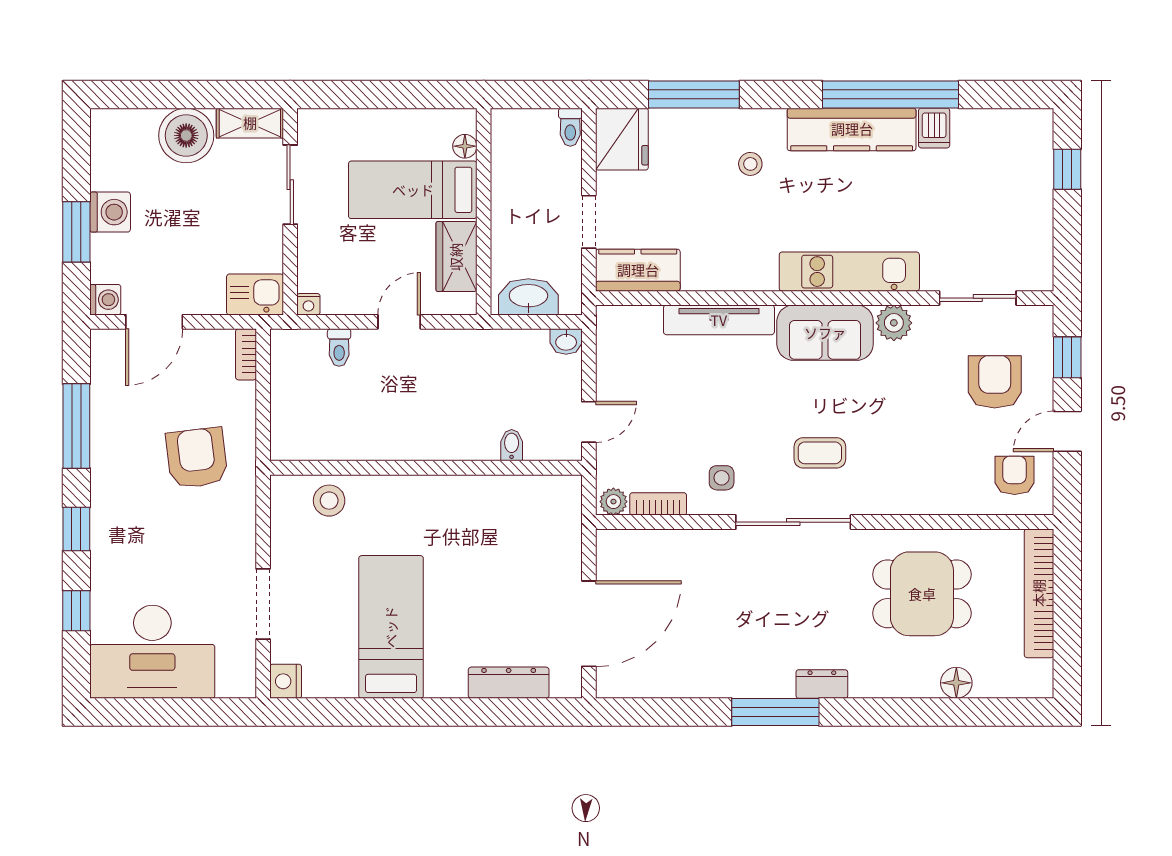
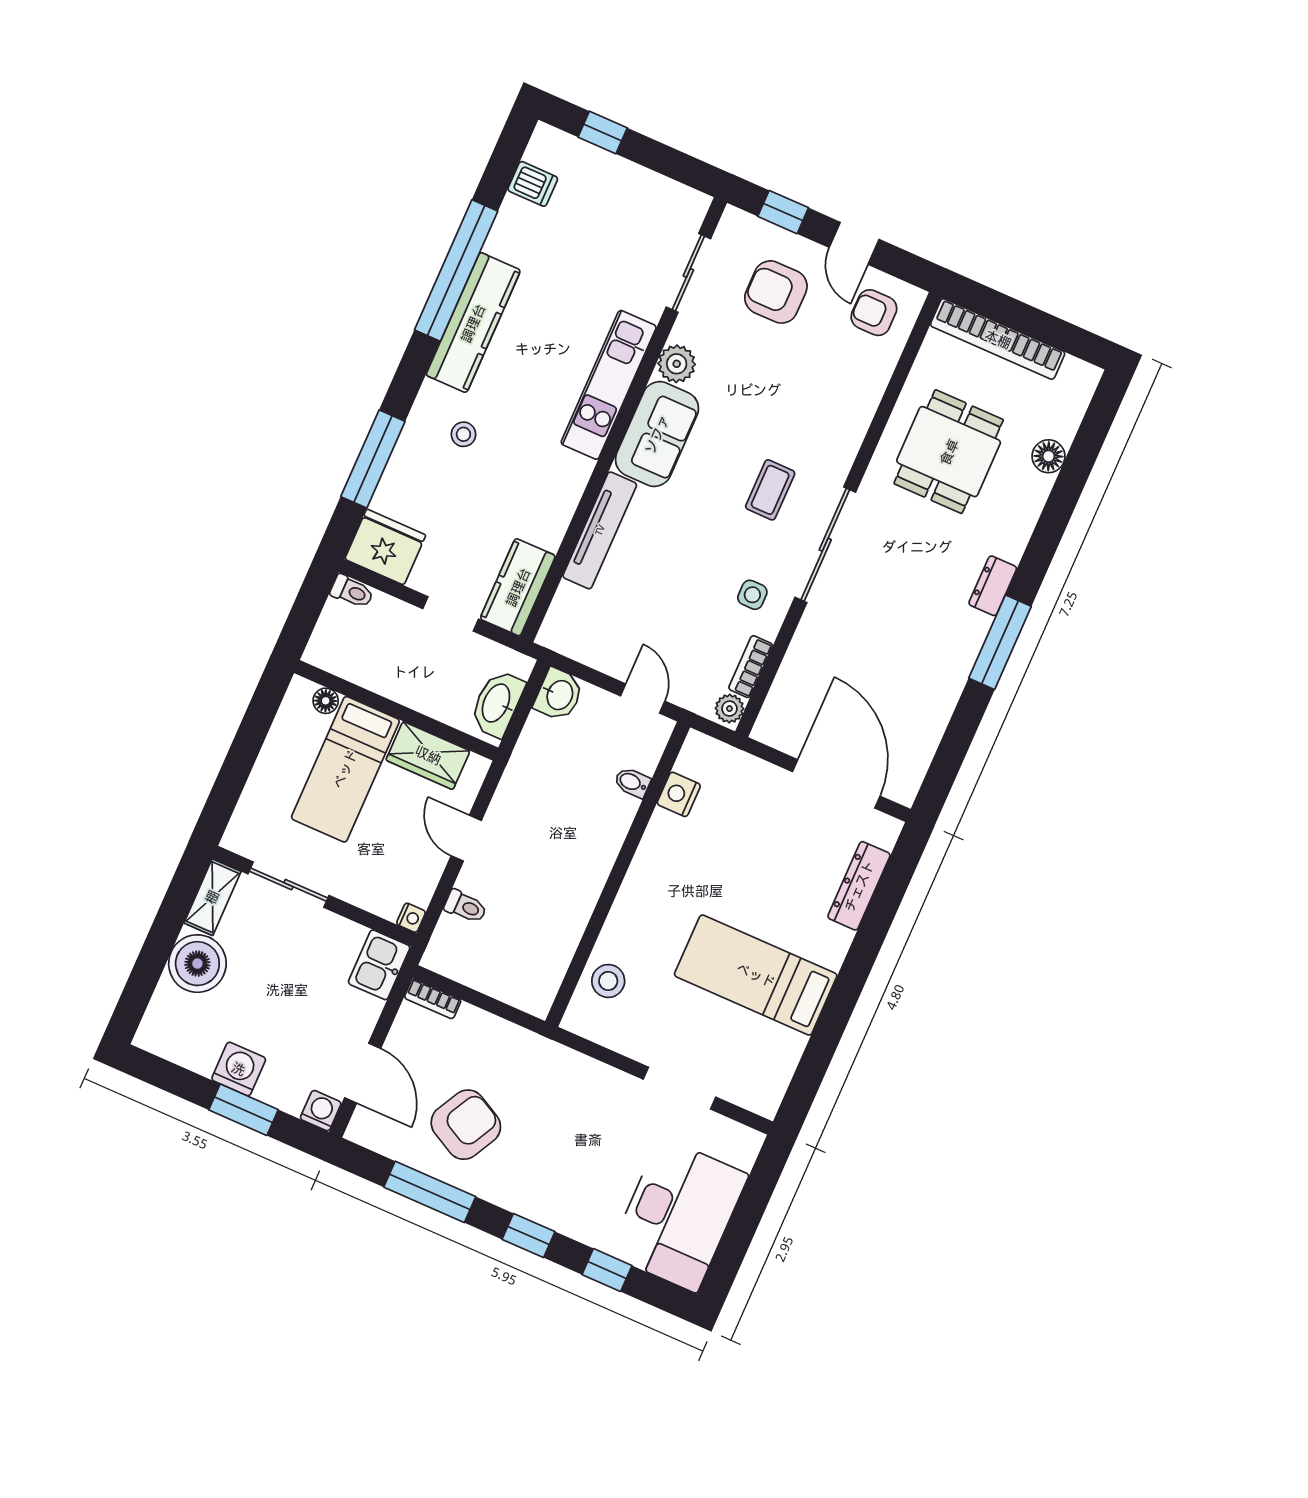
dishwasher: (934, 128) -> (533, 184), moved
washbasin: (566, 342) -> (559, 695), width x1.38, depth x1.45
armchair: (197, 458) -> (466, 1125), moved, turned 125
nightstand: (286, 681) -> (679, 794), moved, turned 90

